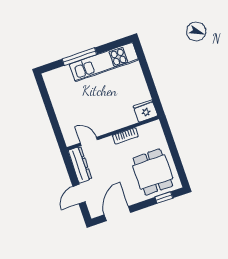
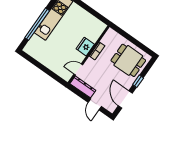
window: (79, 57) -> (37, 24), width x1.46
fridge: (145, 111) -> (85, 47), moved
window: (164, 198) -> (138, 81), moved

